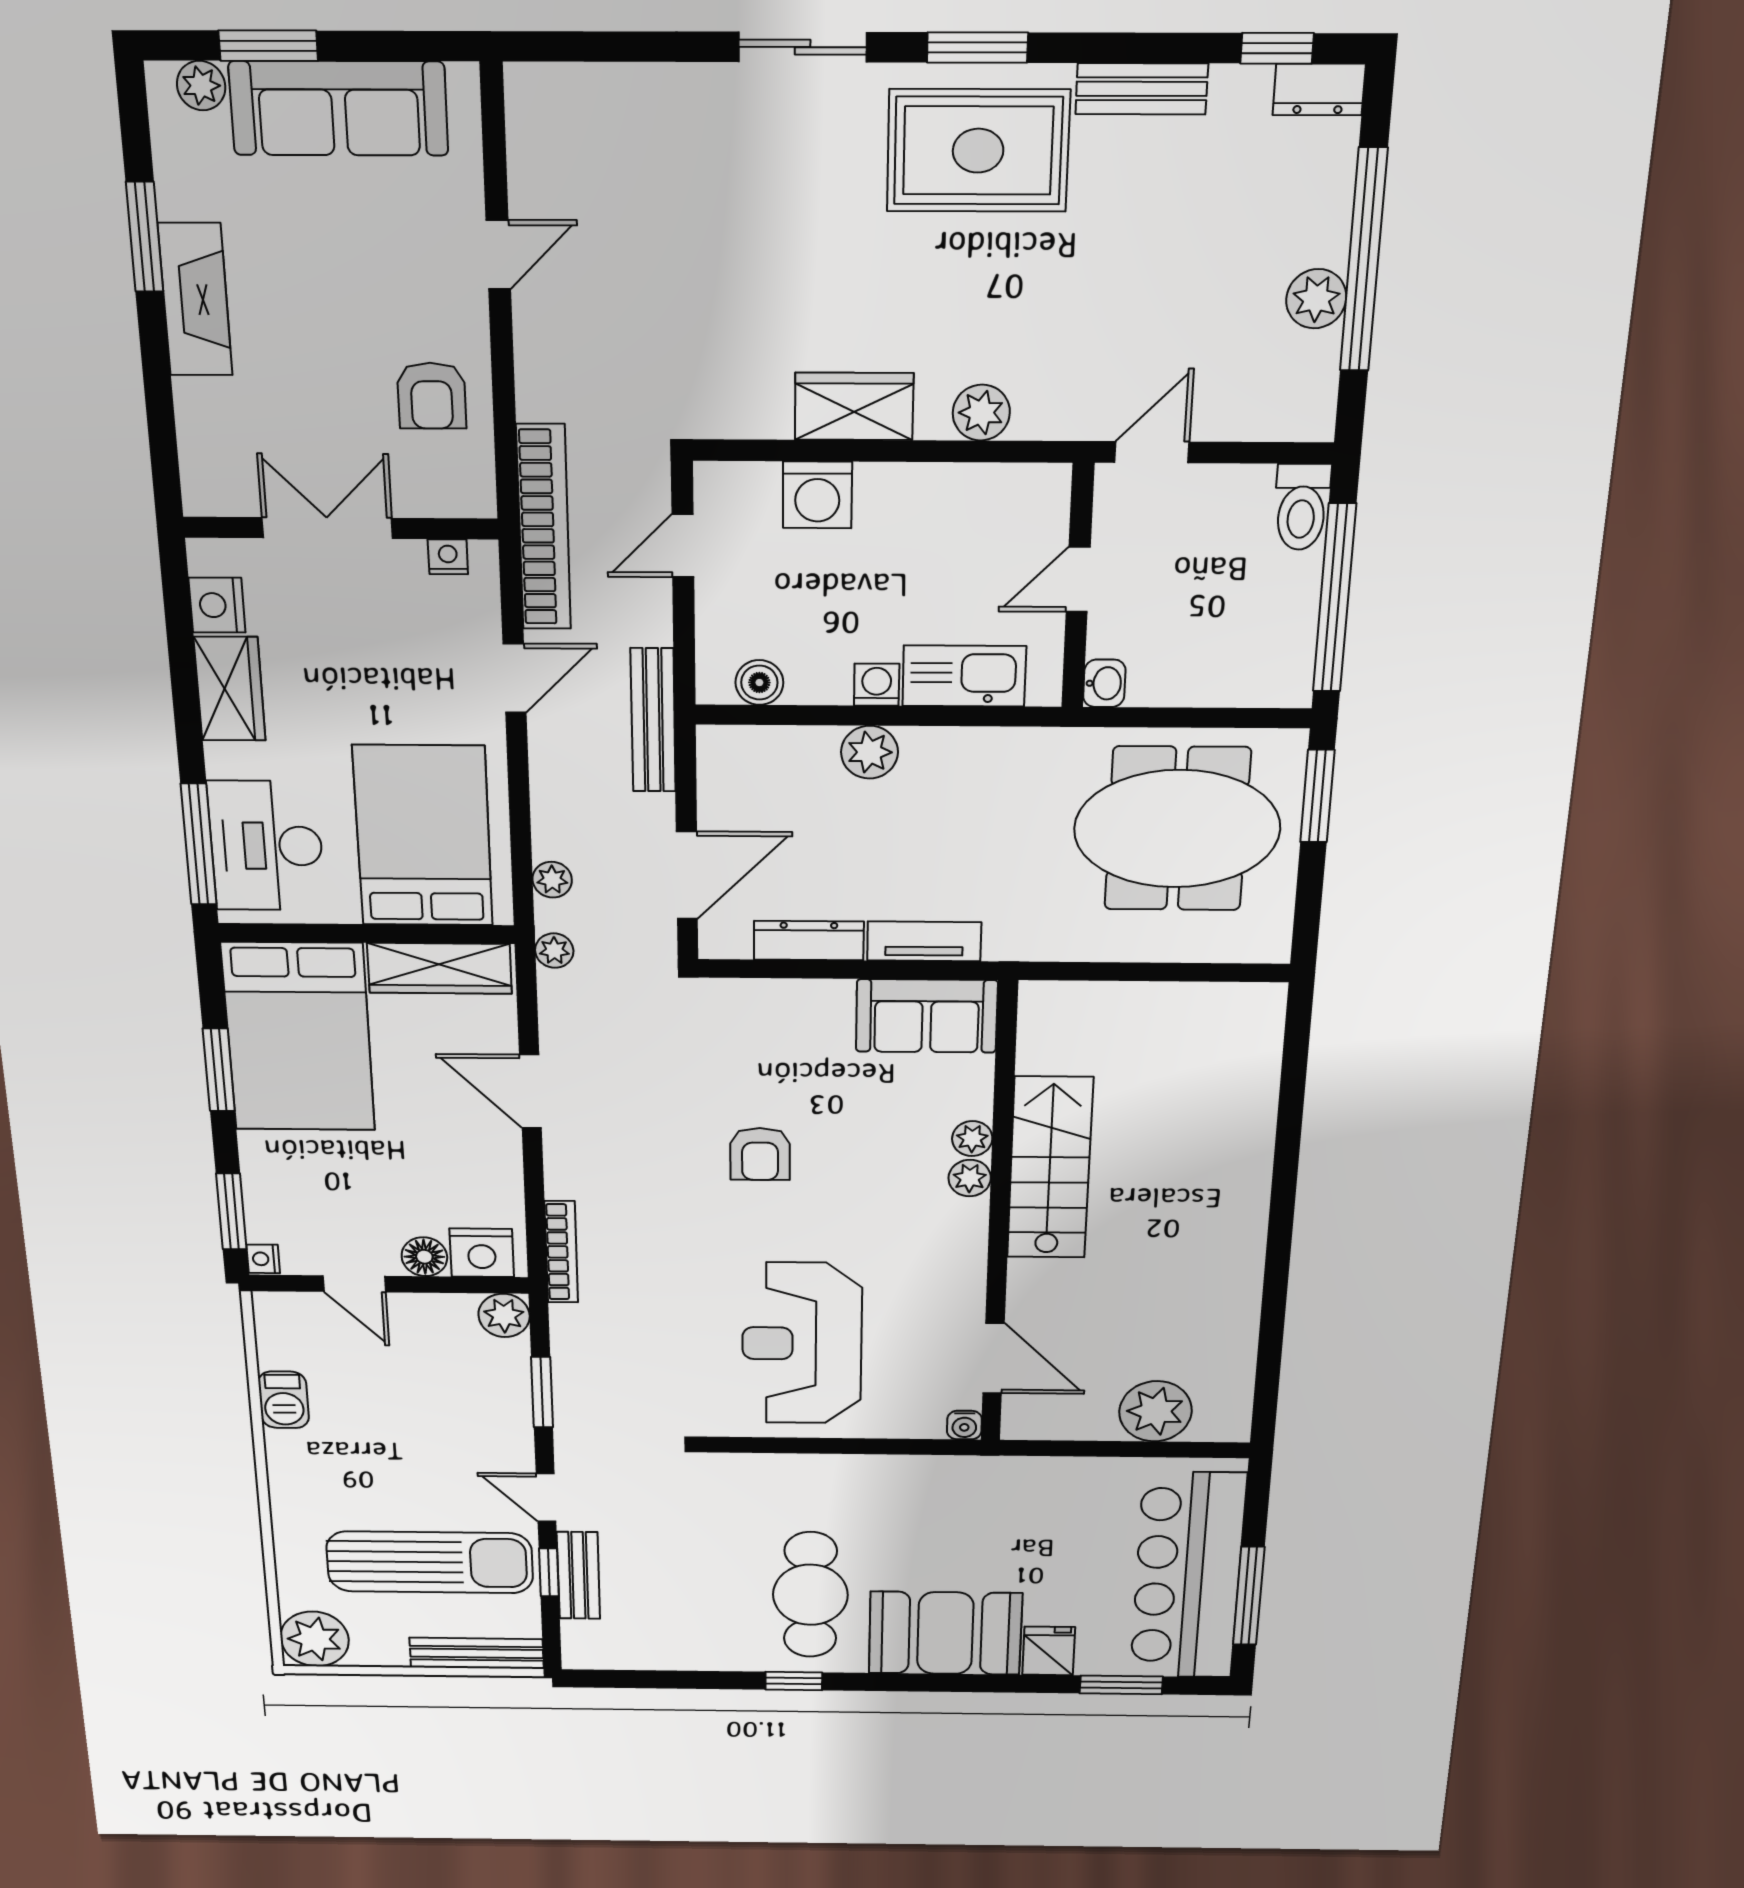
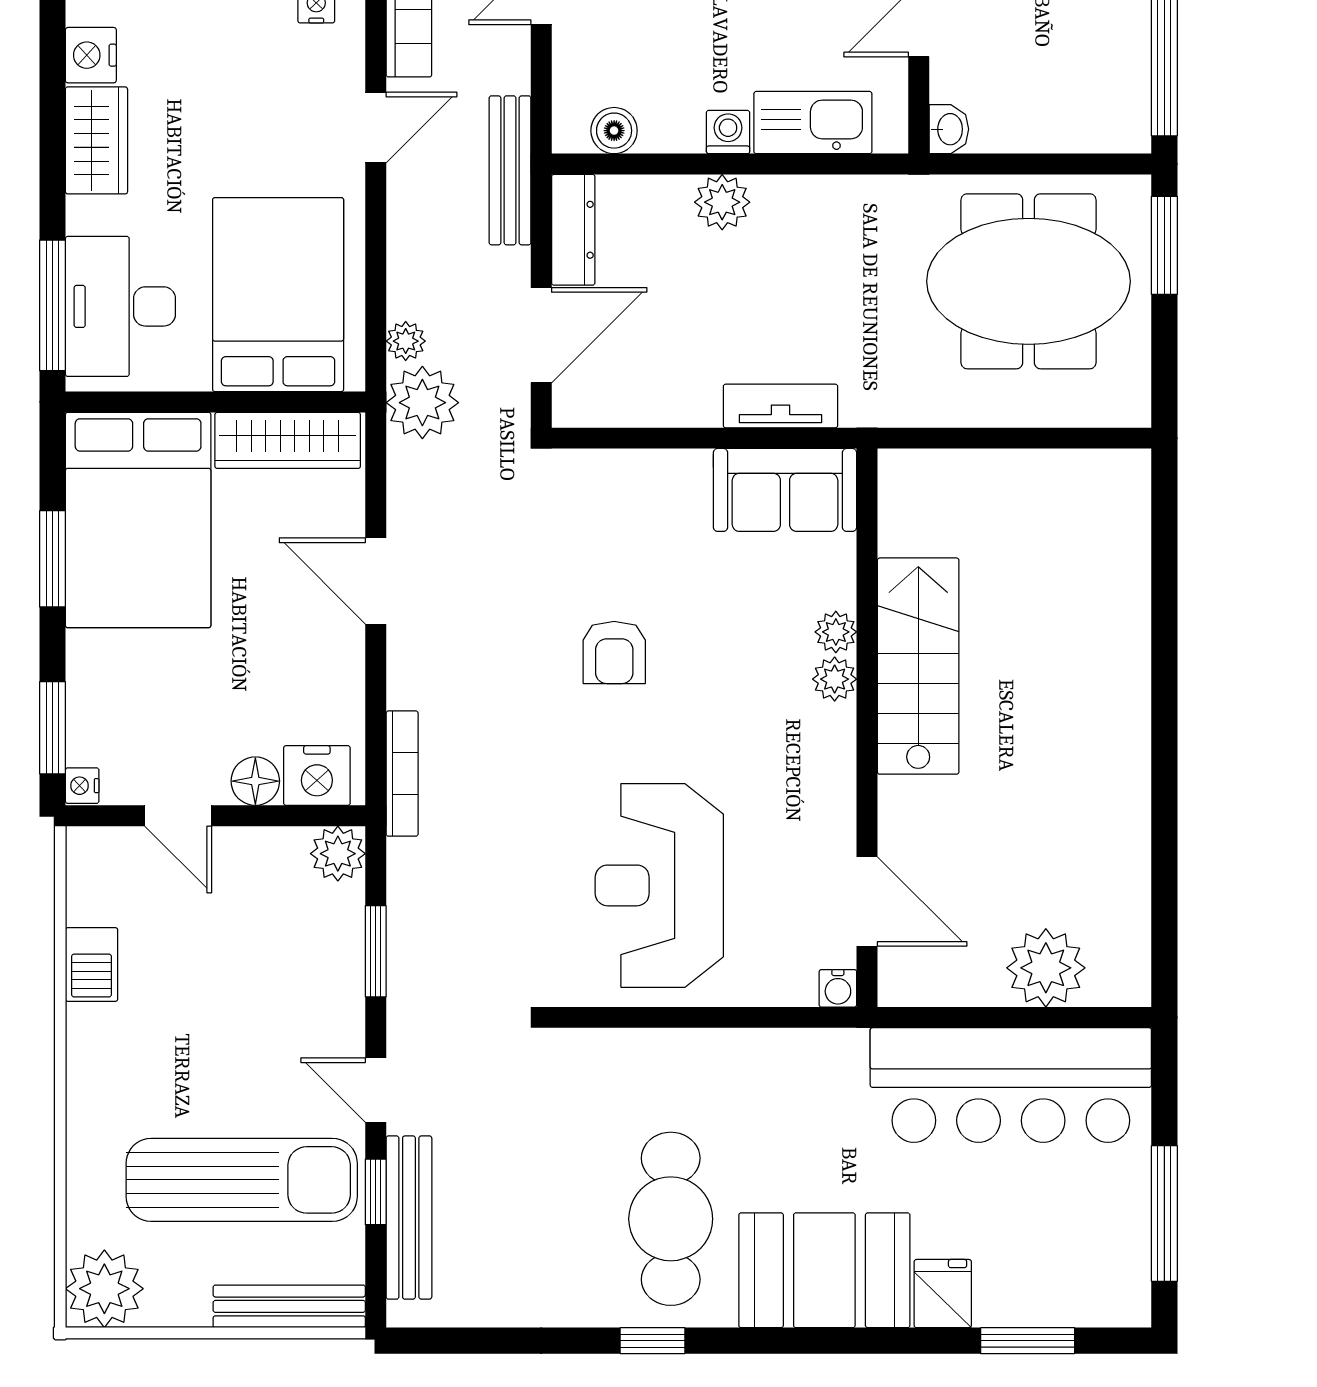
dresser: (809, 941) -> (573, 230), moved, turned 90
plant: (554, 951) -> (422, 403), width x1.87, depth x1.87
bench: (578, 1575) -> (409, 1218), width x1.36
bar counter: (1188, 1576) -> (1011, 1085), moved, turned -90

